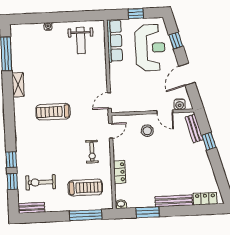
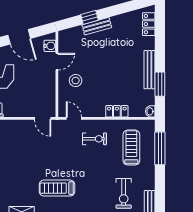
treadmill: (53, 112) -> (57, 188), moved, turned 90
bench: (194, 128) -> (97, 26), moved
bench: (174, 201) -> (149, 70), moved

